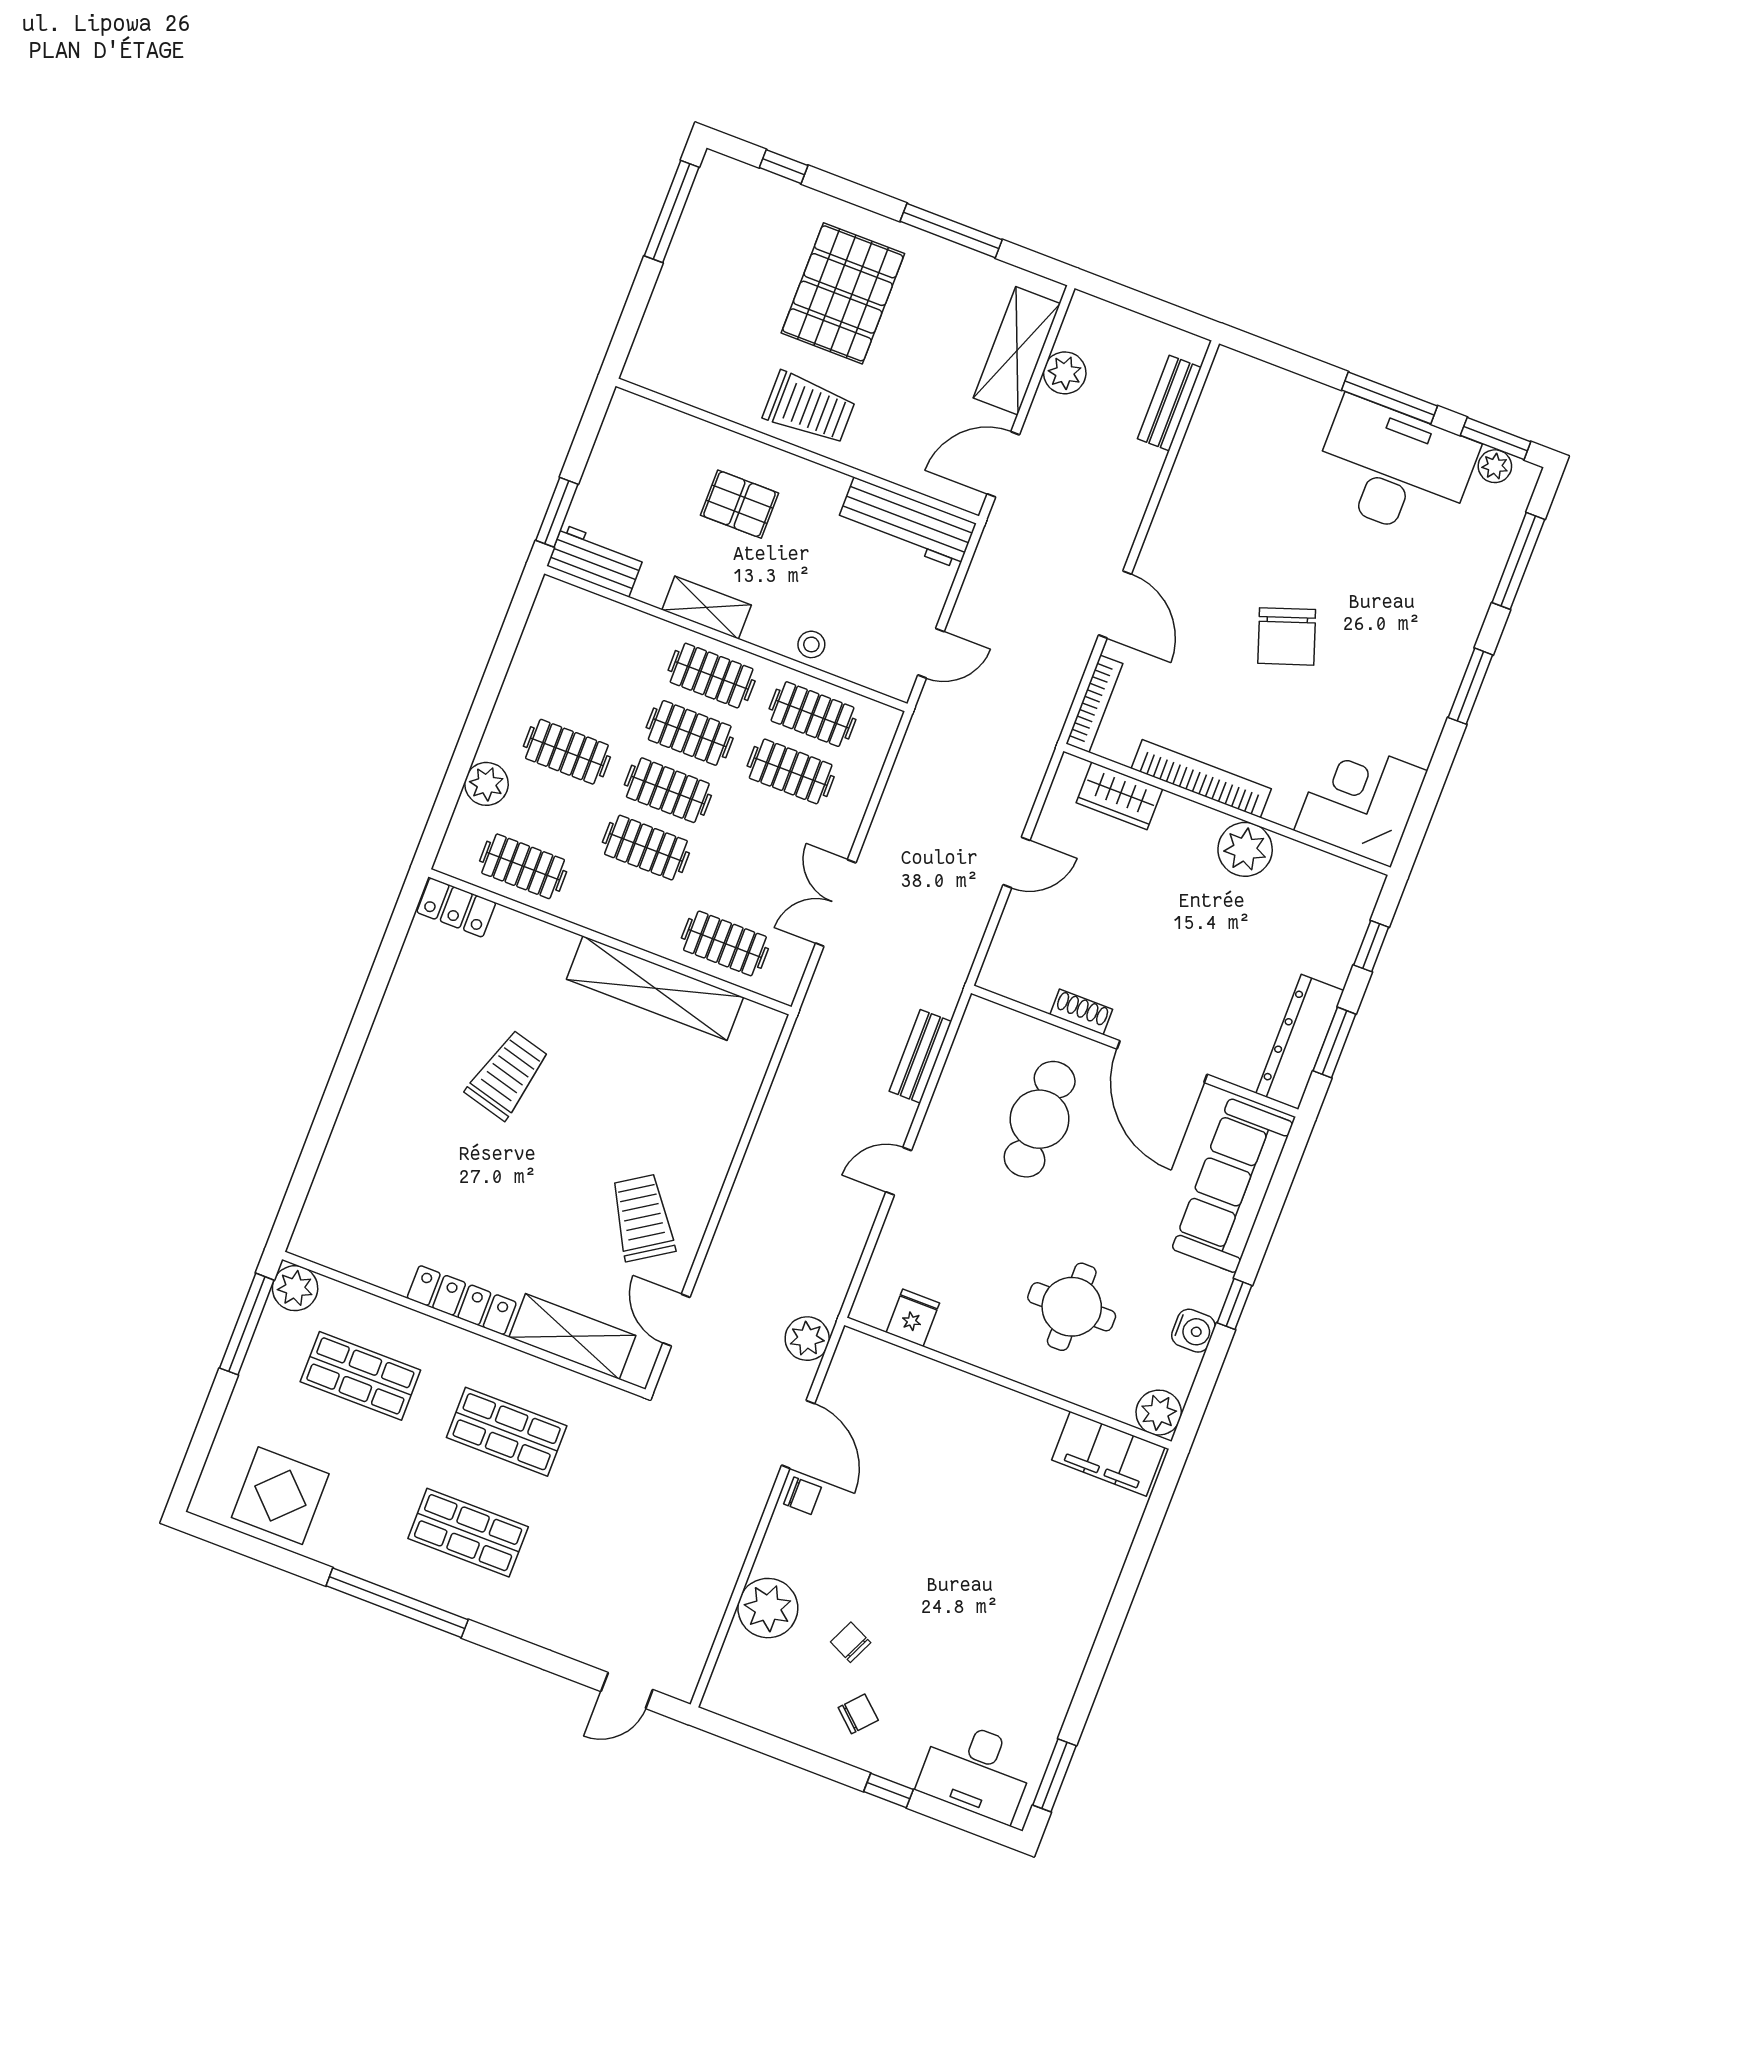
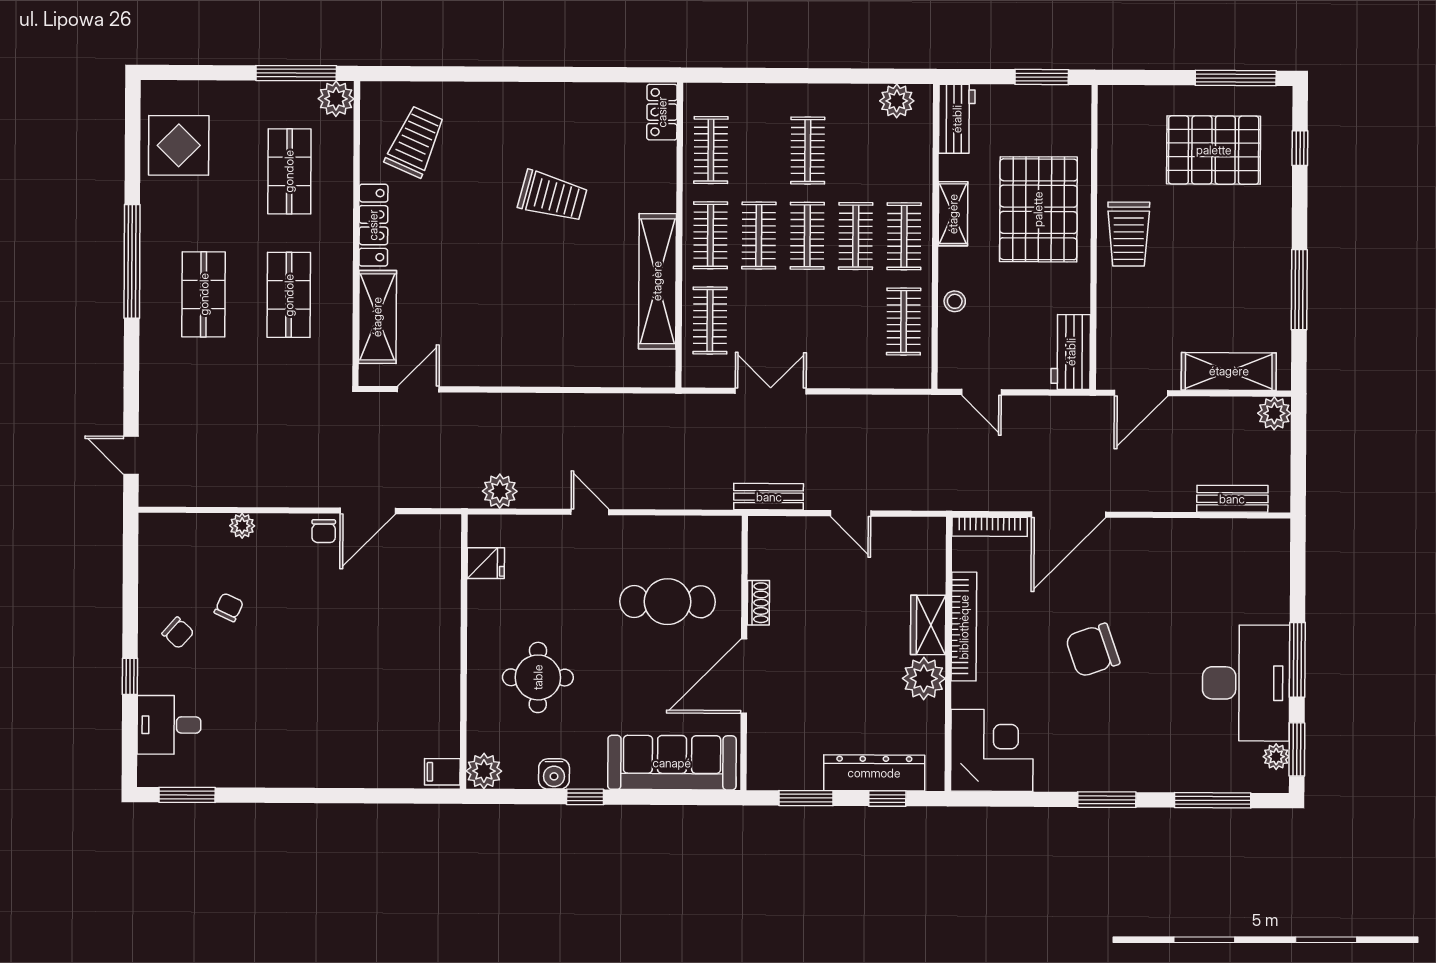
pallet: (843, 293) -> (1214, 150), moved
plant: (1065, 373) -> (1274, 413), moved
door: (1003, 464) -> (1141, 393), swing flipped
pallet: (740, 504) -> (1038, 209), width x2.05, depth x2.00
window: (557, 512) -> (1042, 77), moved
workbench: (907, 523) -> (1071, 352), width x0.73
door: (1115, 604) -> (1069, 515), width x1.36
clothes rail: (791, 771) -> (710, 235), moved
plant: (487, 784) -> (897, 101), moved
wardrobe: (1119, 796) -> (928, 625), moved
dresser: (1300, 1042) -> (874, 773), moved
bench: (920, 1056) -> (769, 497), moved
trolley: (642, 1218) -> (415, 142), moved, turned -33
plant: (807, 1339) -> (500, 491), moved
filing cabinet: (1108, 1454) -> (442, 772), width x0.33, depth x0.86
plant: (768, 1608) -> (242, 526), width x0.53, depth x0.53
desk: (976, 1771) -> (169, 725), width x0.73

